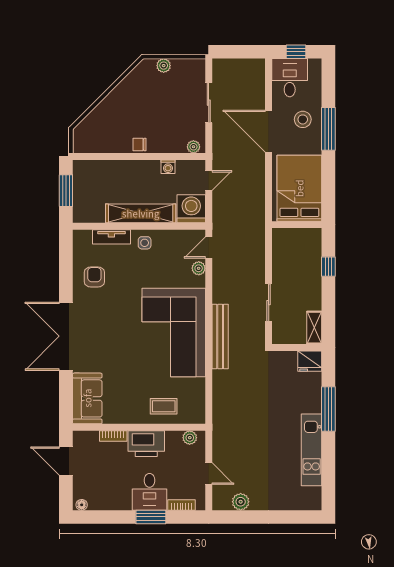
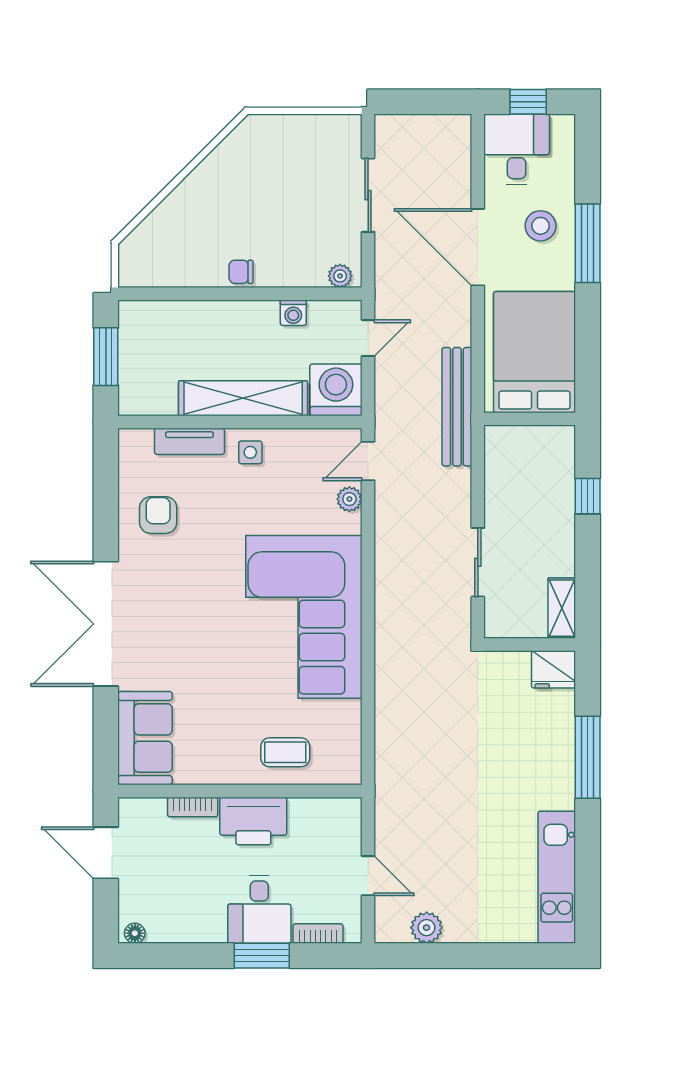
plant: (164, 66) -> (285, 127), removed
bench: (220, 336) -> (457, 407), moved
plant: (190, 438) -> (333, 810), removed
kitchen unit: (312, 450) -> (557, 877), moved

